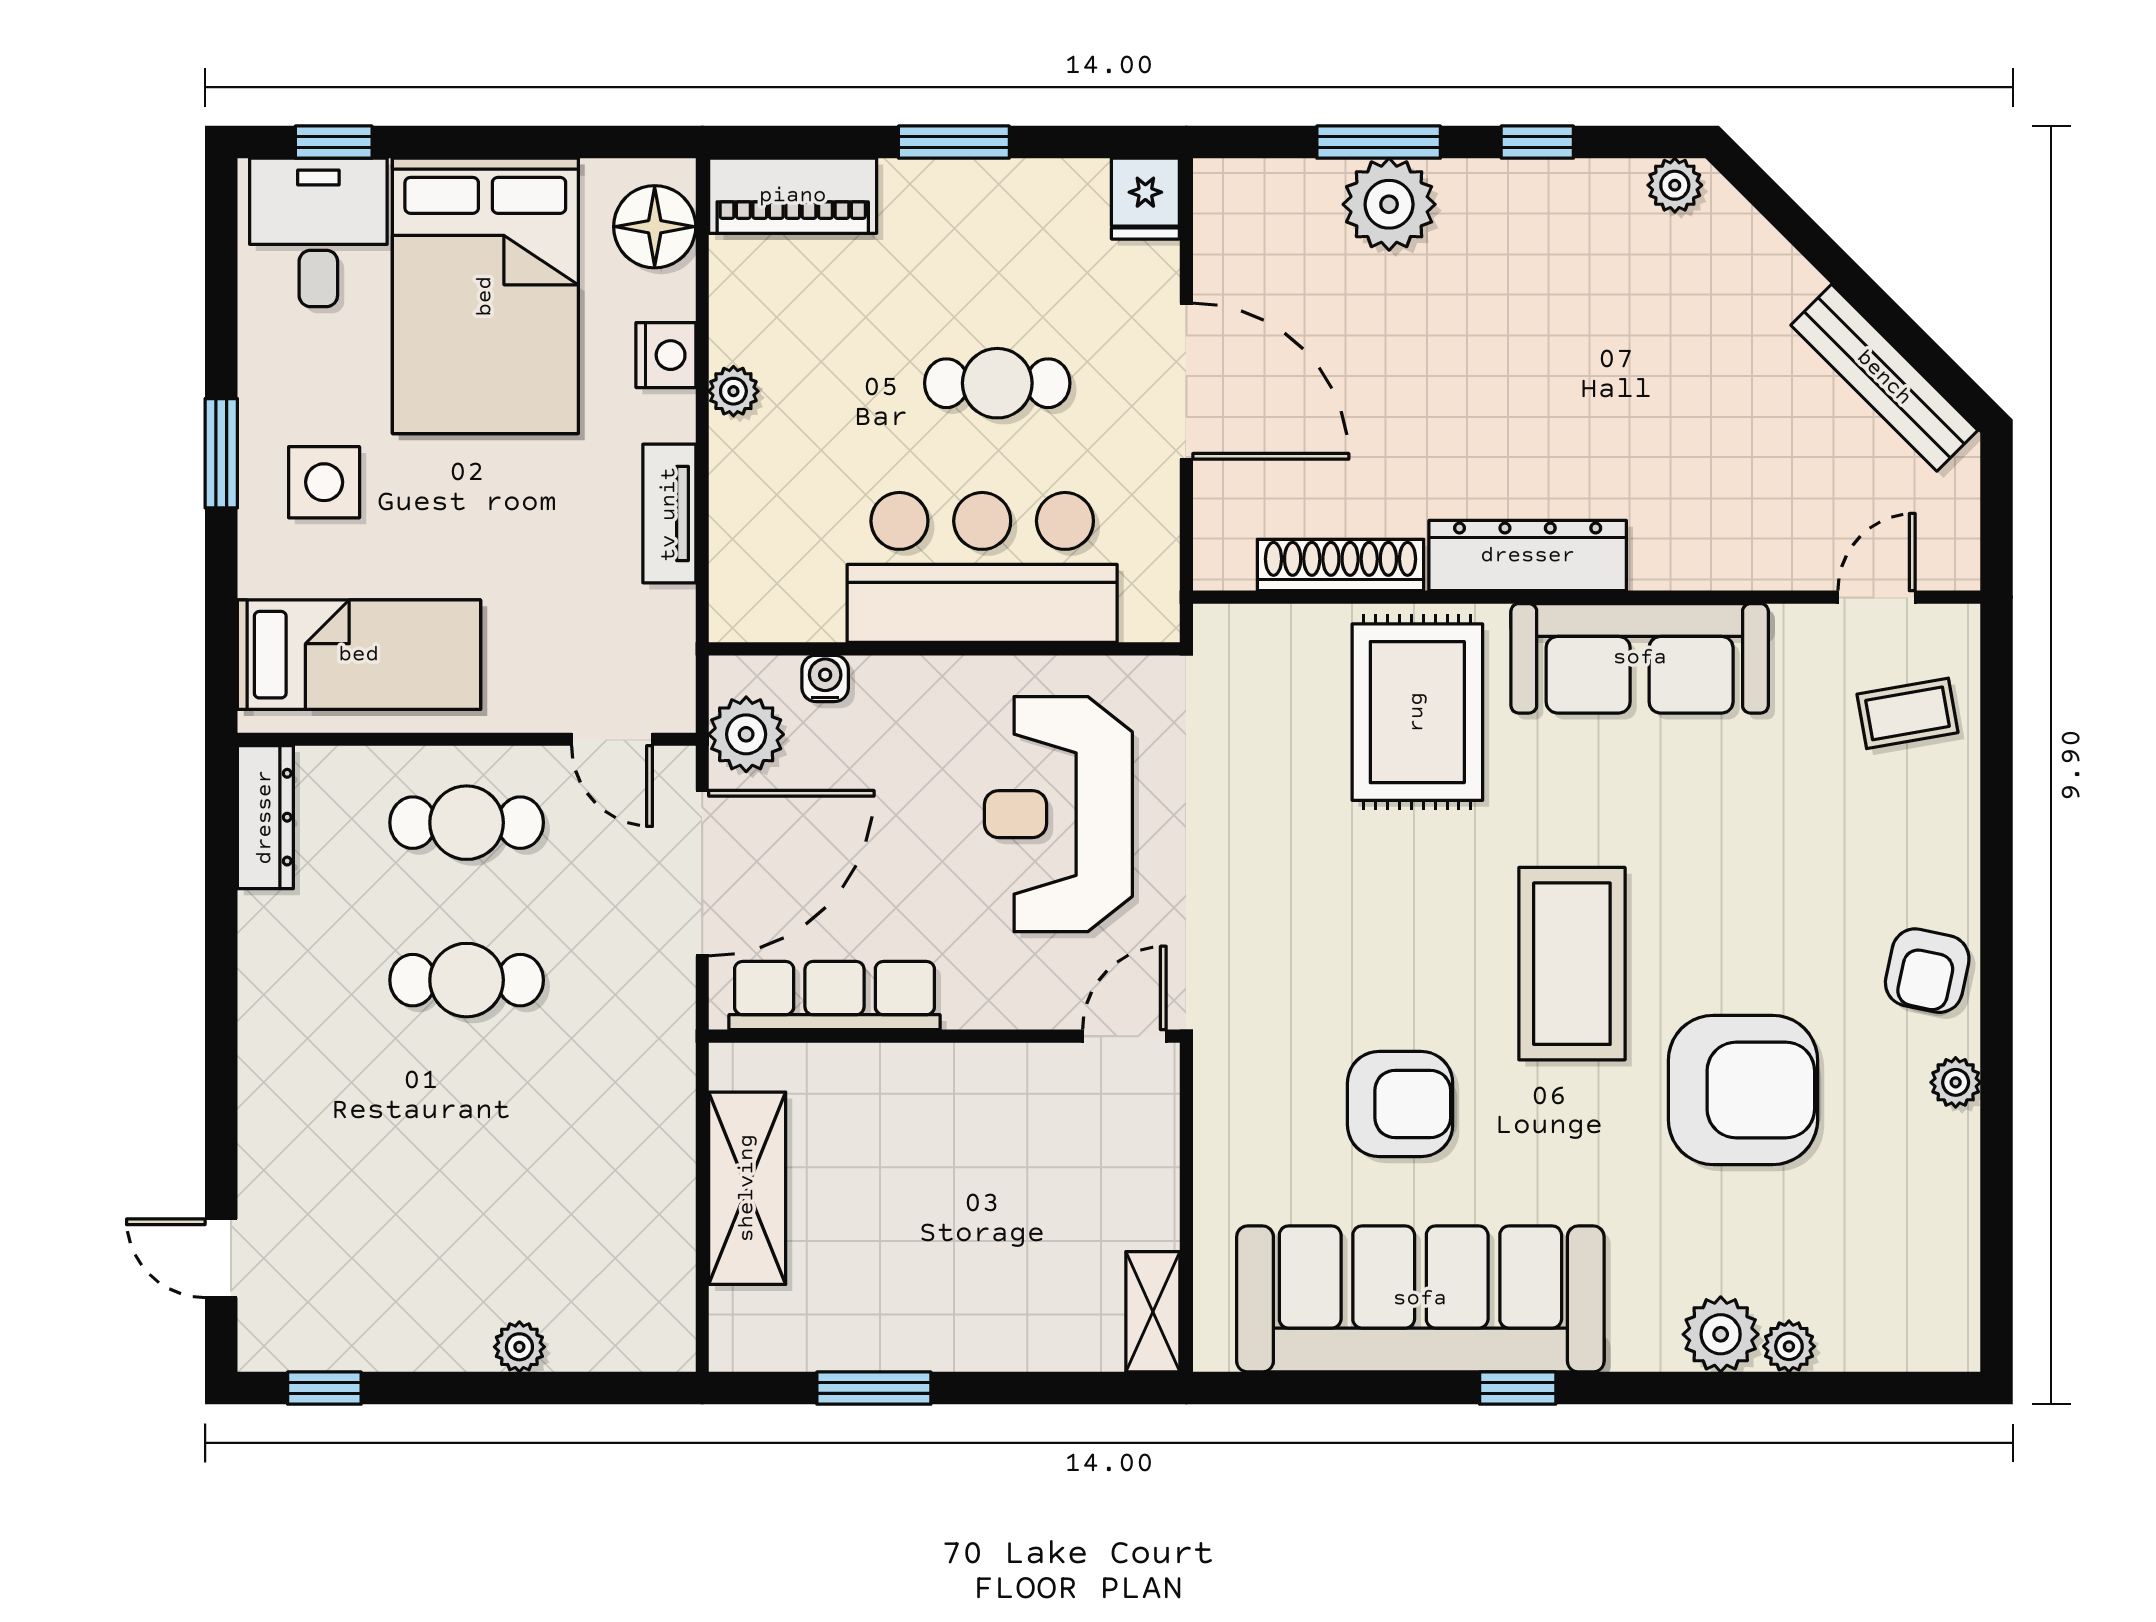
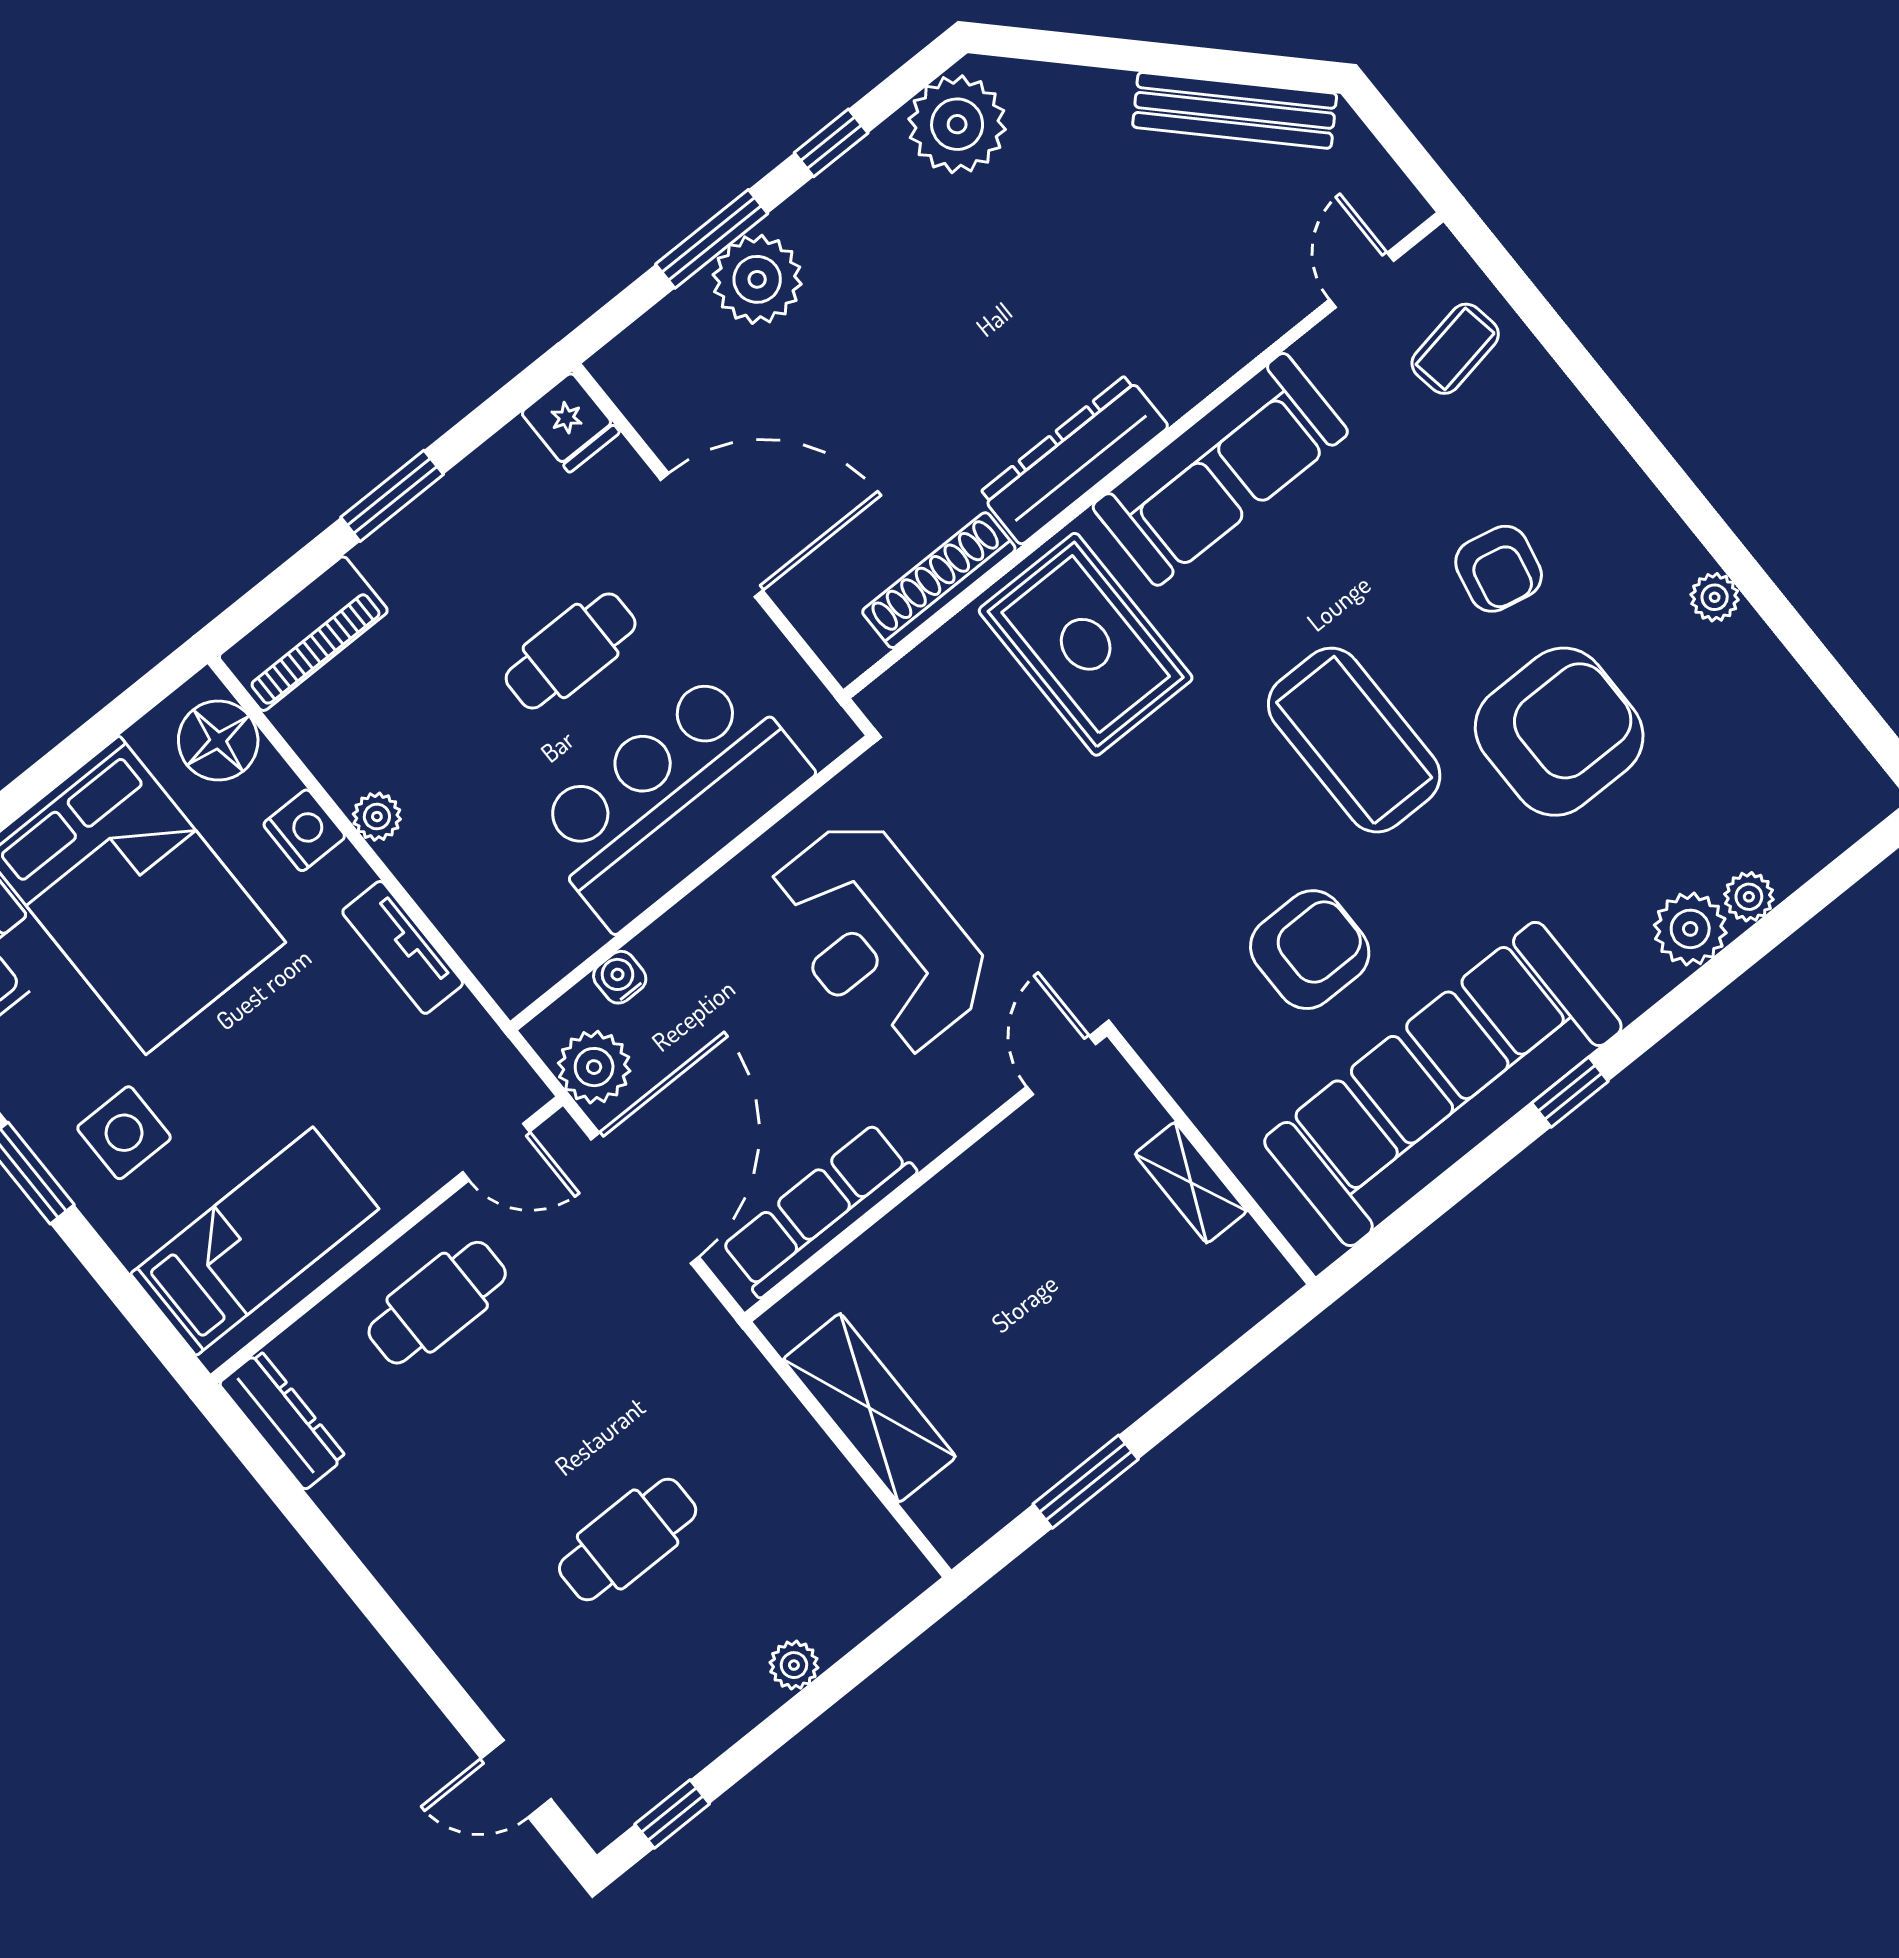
plant: (1675, 185) -> (957, 124), width x1.87, depth x1.87
armchair: (1927, 971) -> (1499, 569), moved
cafe table: (467, 980) -> (628, 1540), moved
shelving: (1153, 1312) -> (1191, 1183), moved

